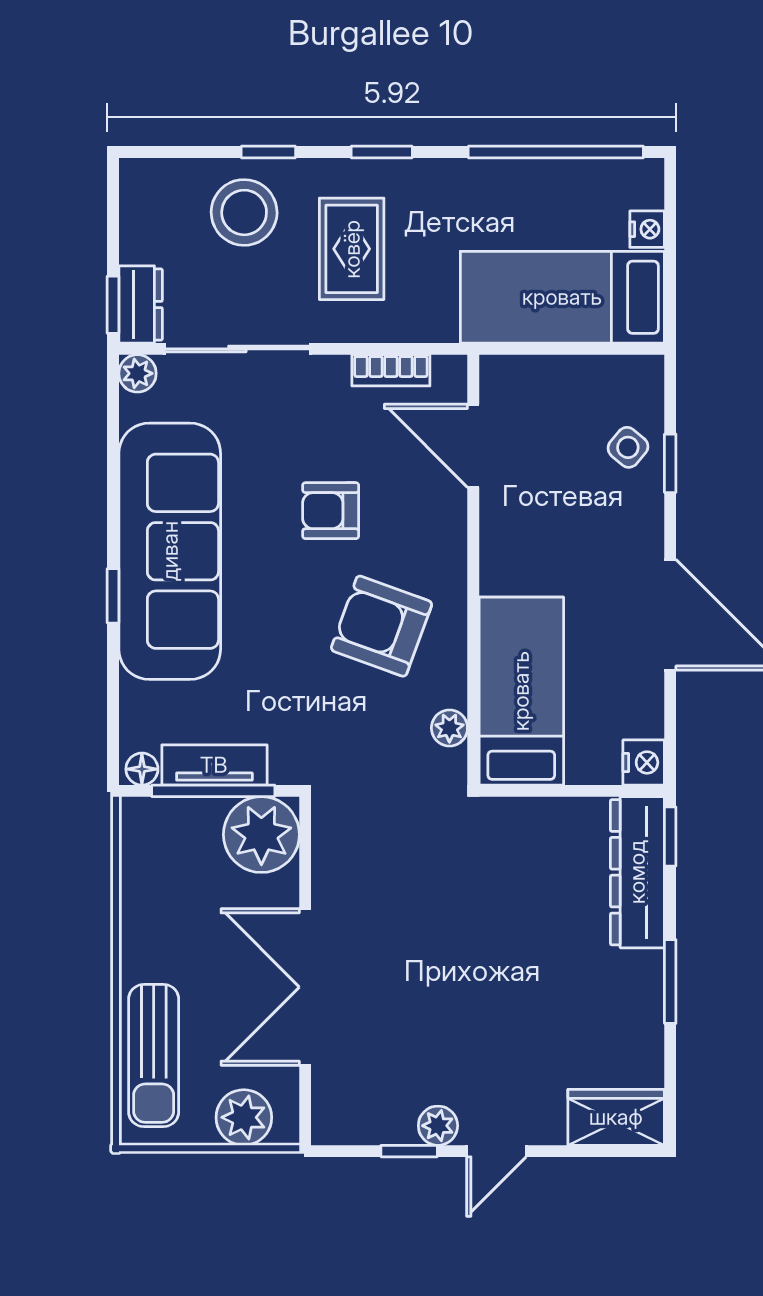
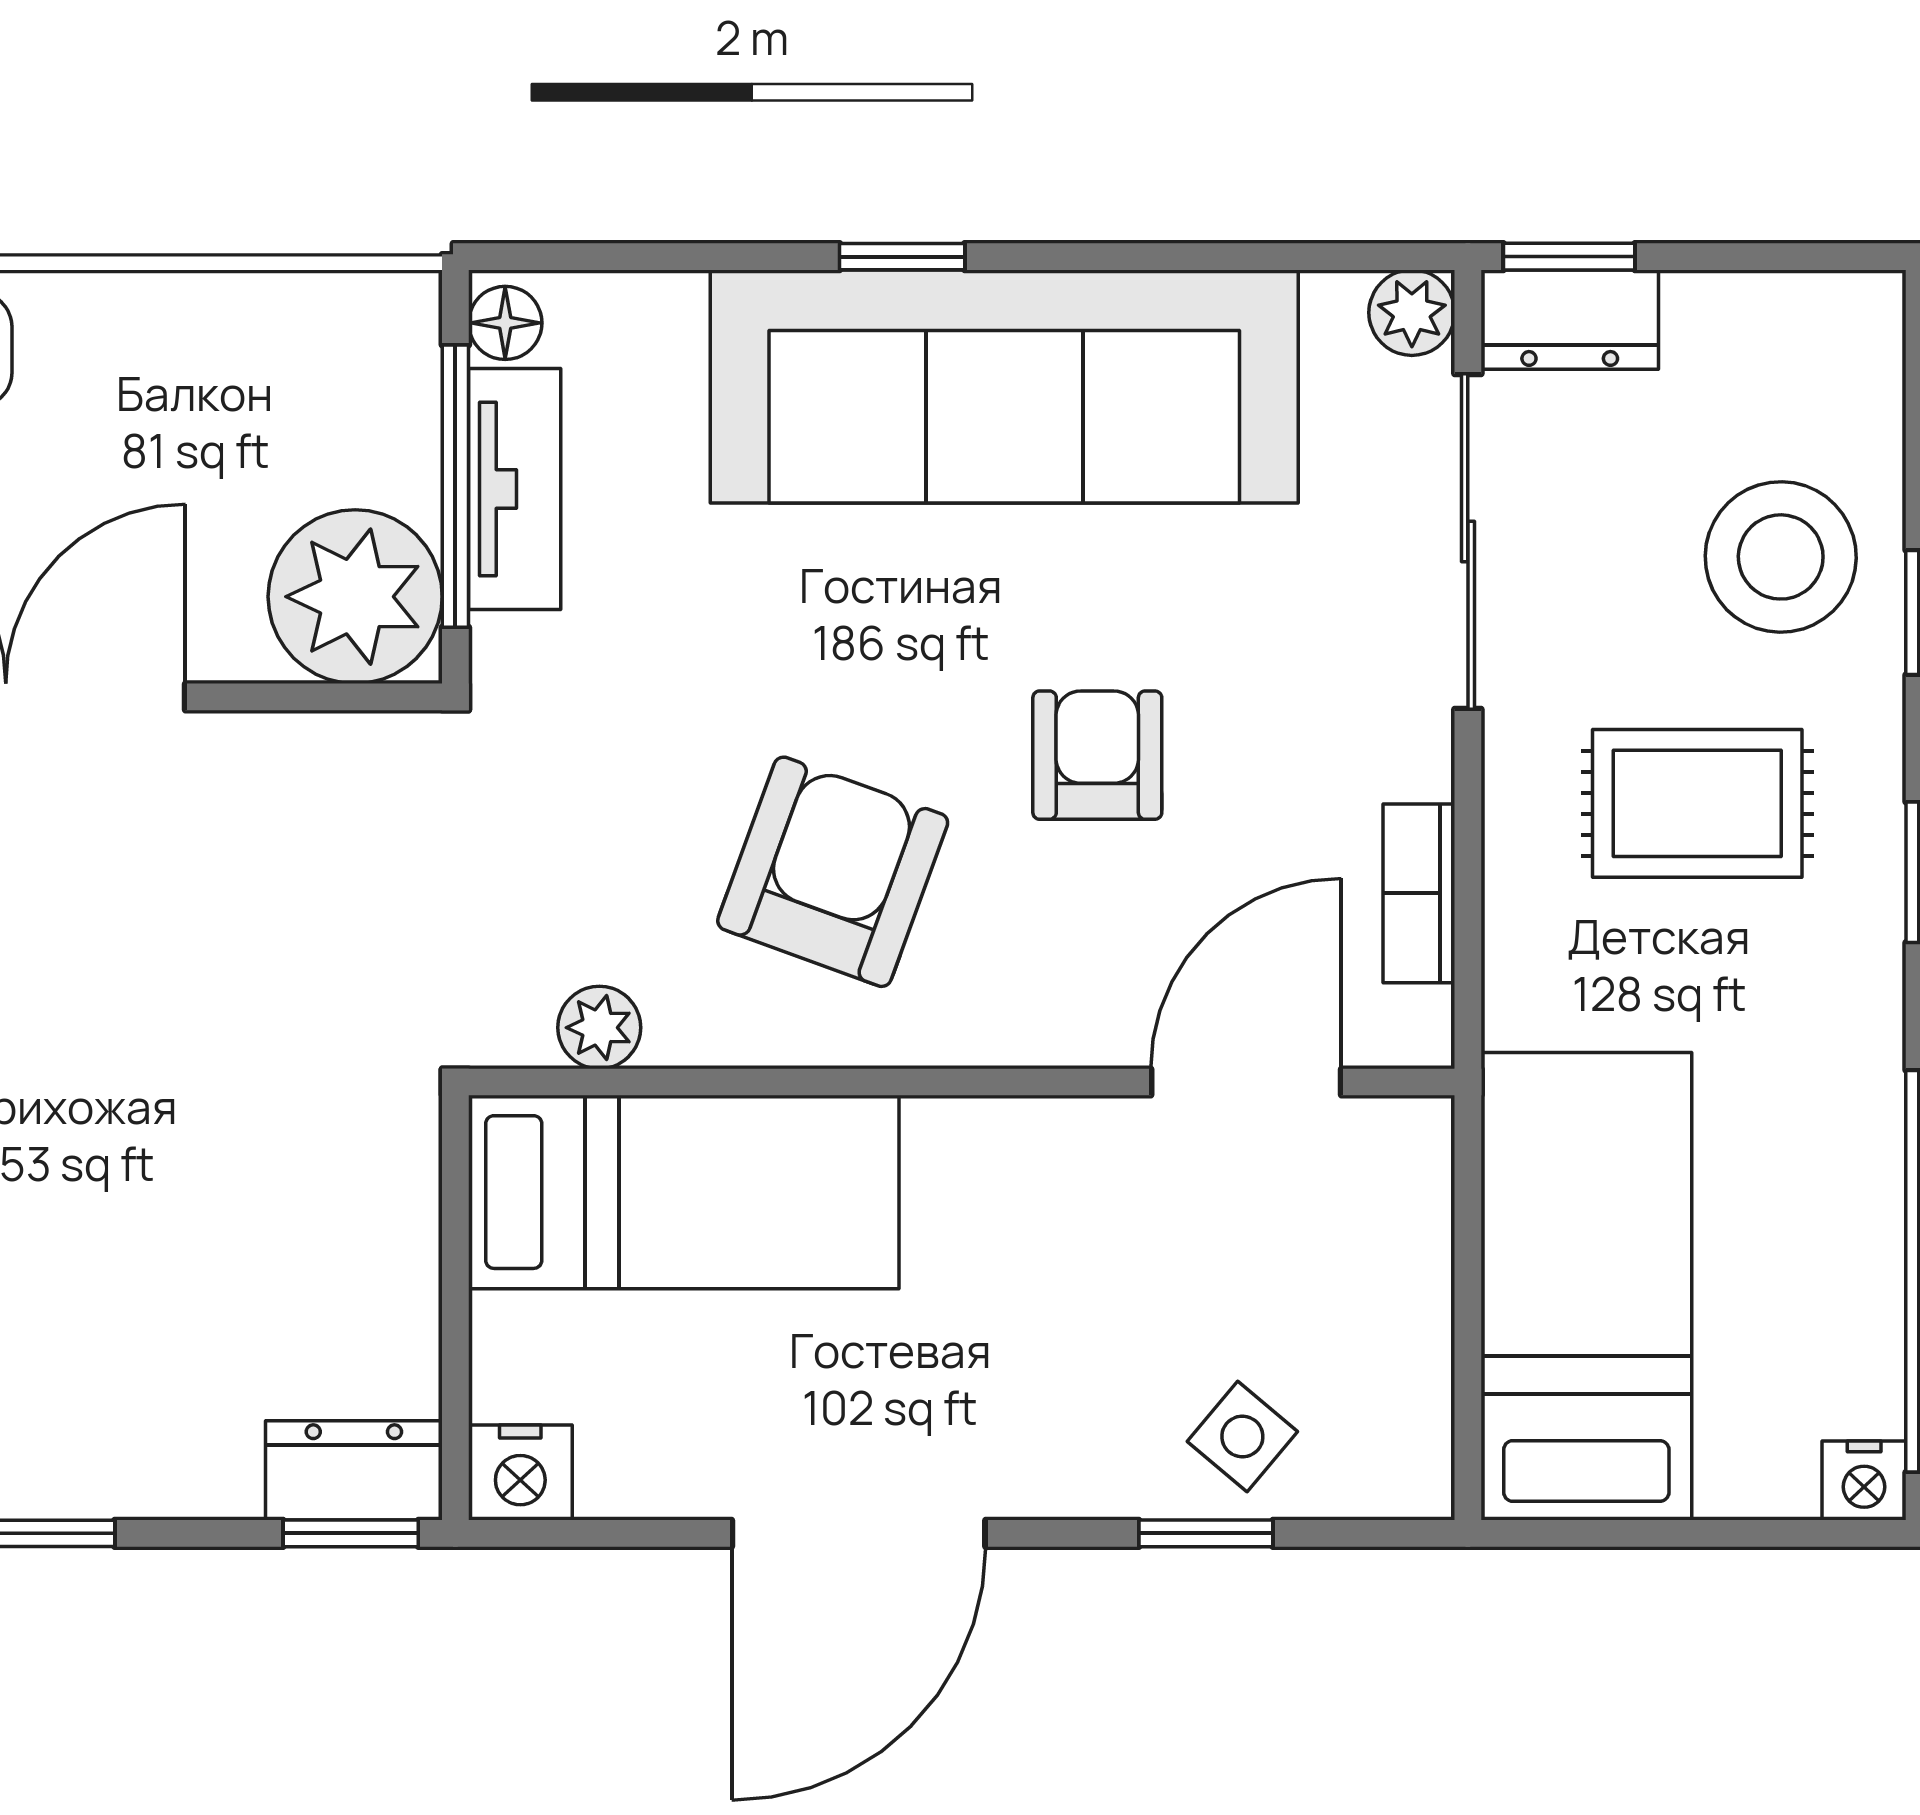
nightstand: (647, 229) -> (1864, 1480), moved
dresser: (637, 872) -> (354, 1470), width x0.51, depth x0.80

